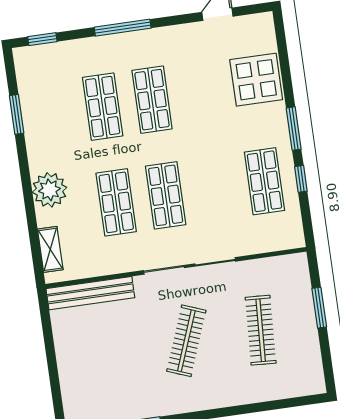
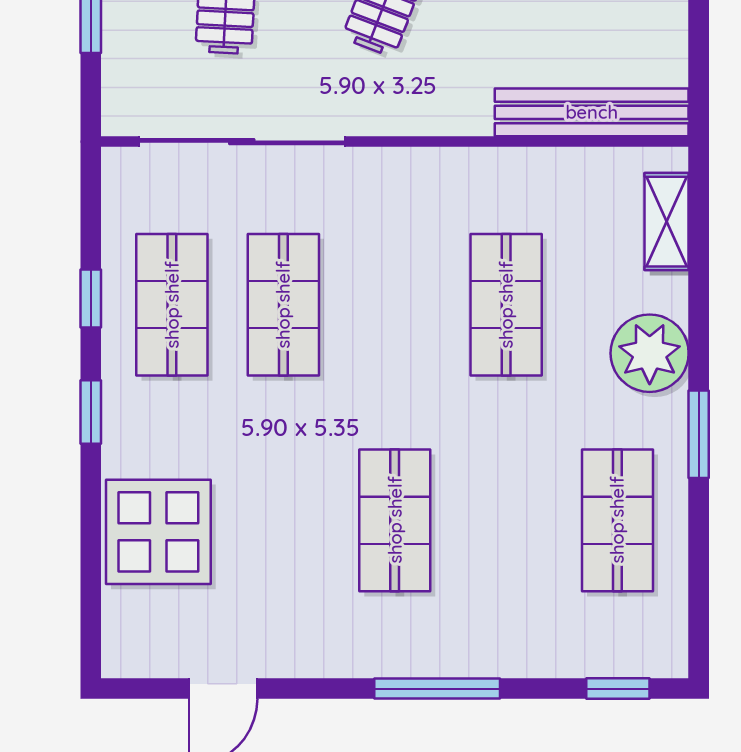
shop shelf: (103, 107) -> (617, 520), moved
window: (17, 114) -> (699, 434), moved
window: (294, 129) -> (91, 412), width x0.67
shop shelf: (166, 195) -> (283, 305), moved
sliding door: (190, 266) -> (242, 142), moved

